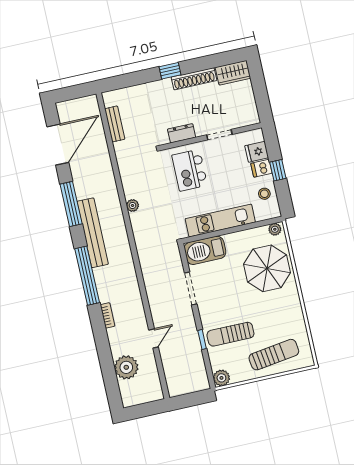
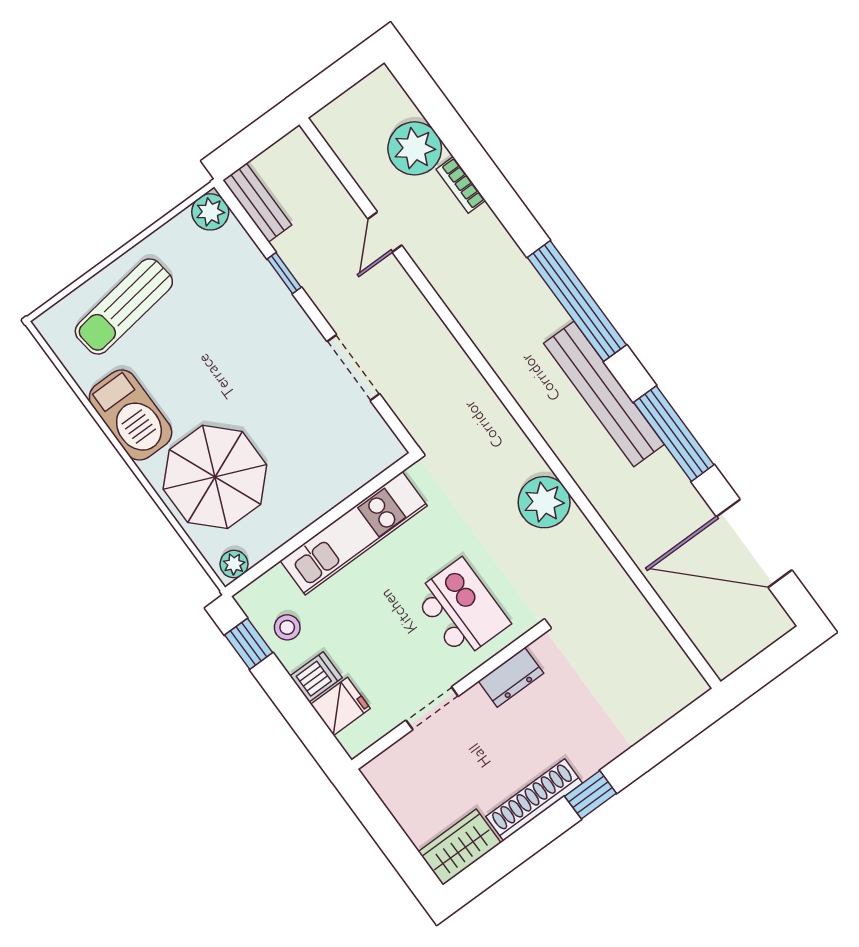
bench: (115, 124) -> (257, 203), moved
door: (58, 145) -> (754, 543), hinge flipped
window: (278, 170) -> (249, 644), moved
plant: (133, 205) -> (544, 502), width x1.87, depth x1.87
barbecue: (205, 250) -> (131, 415), moved, turned 90
bookcase: (107, 315) -> (461, 185), moved
sun lounger: (230, 334) -> (231, 310), removed

